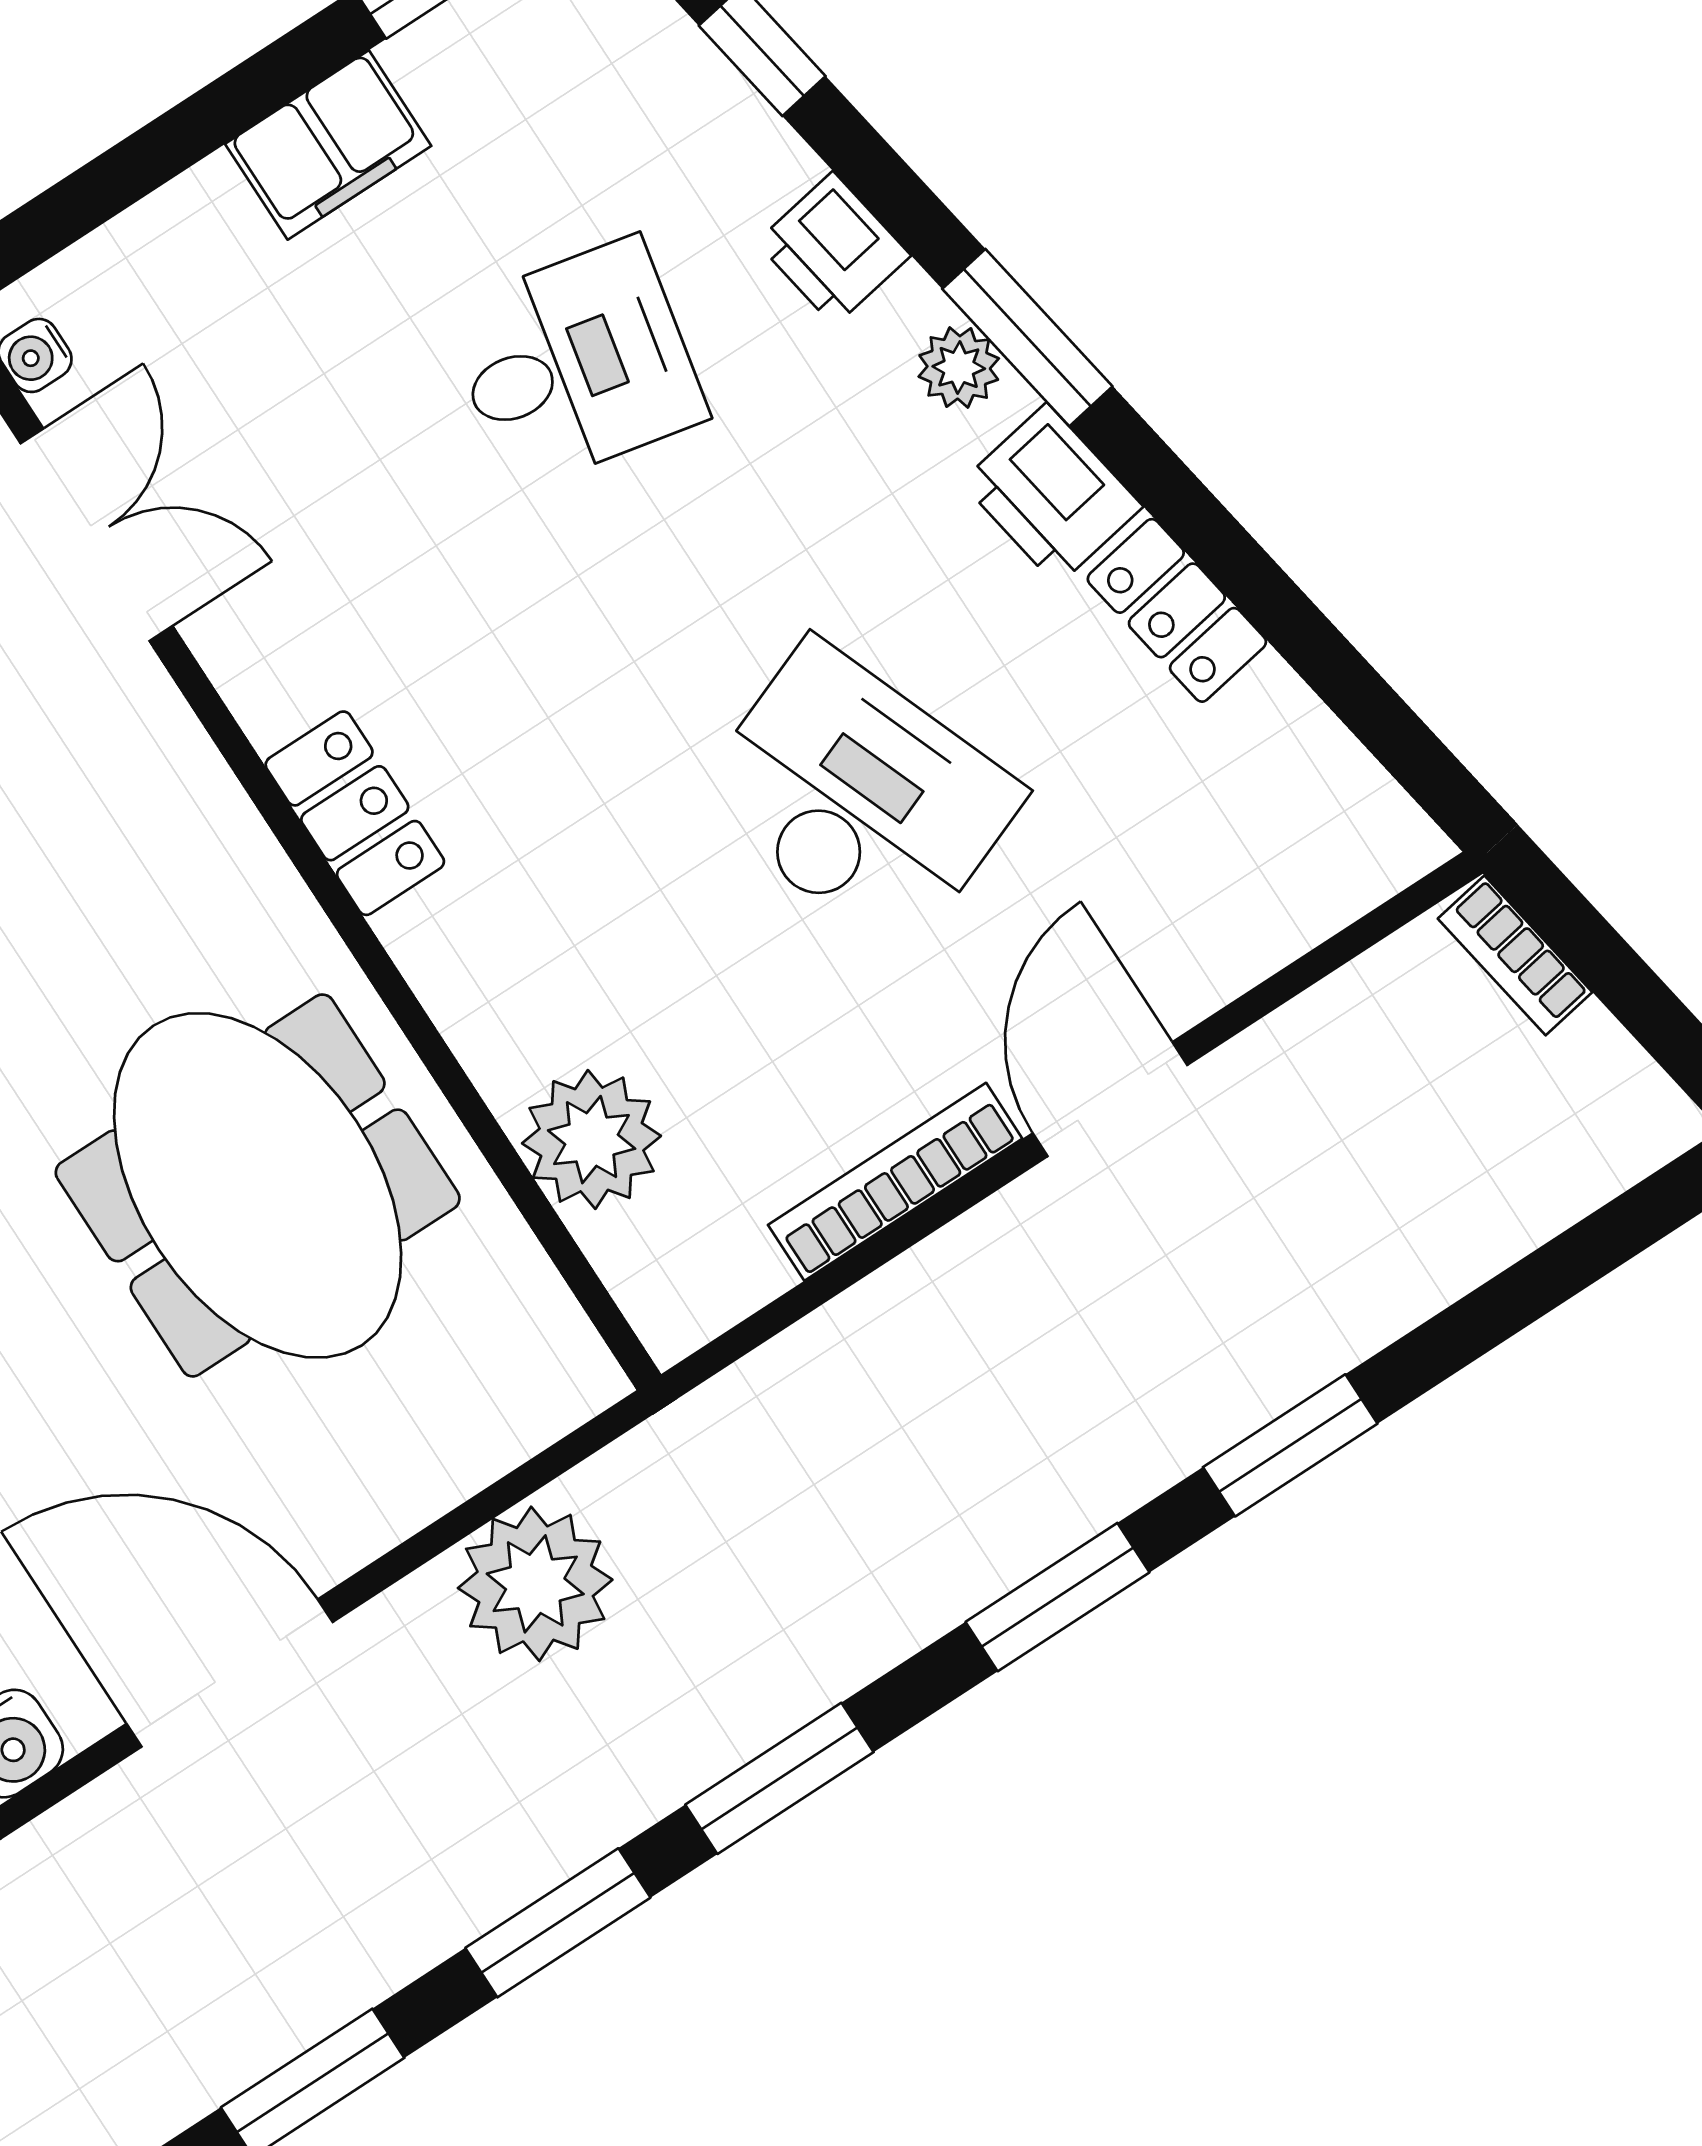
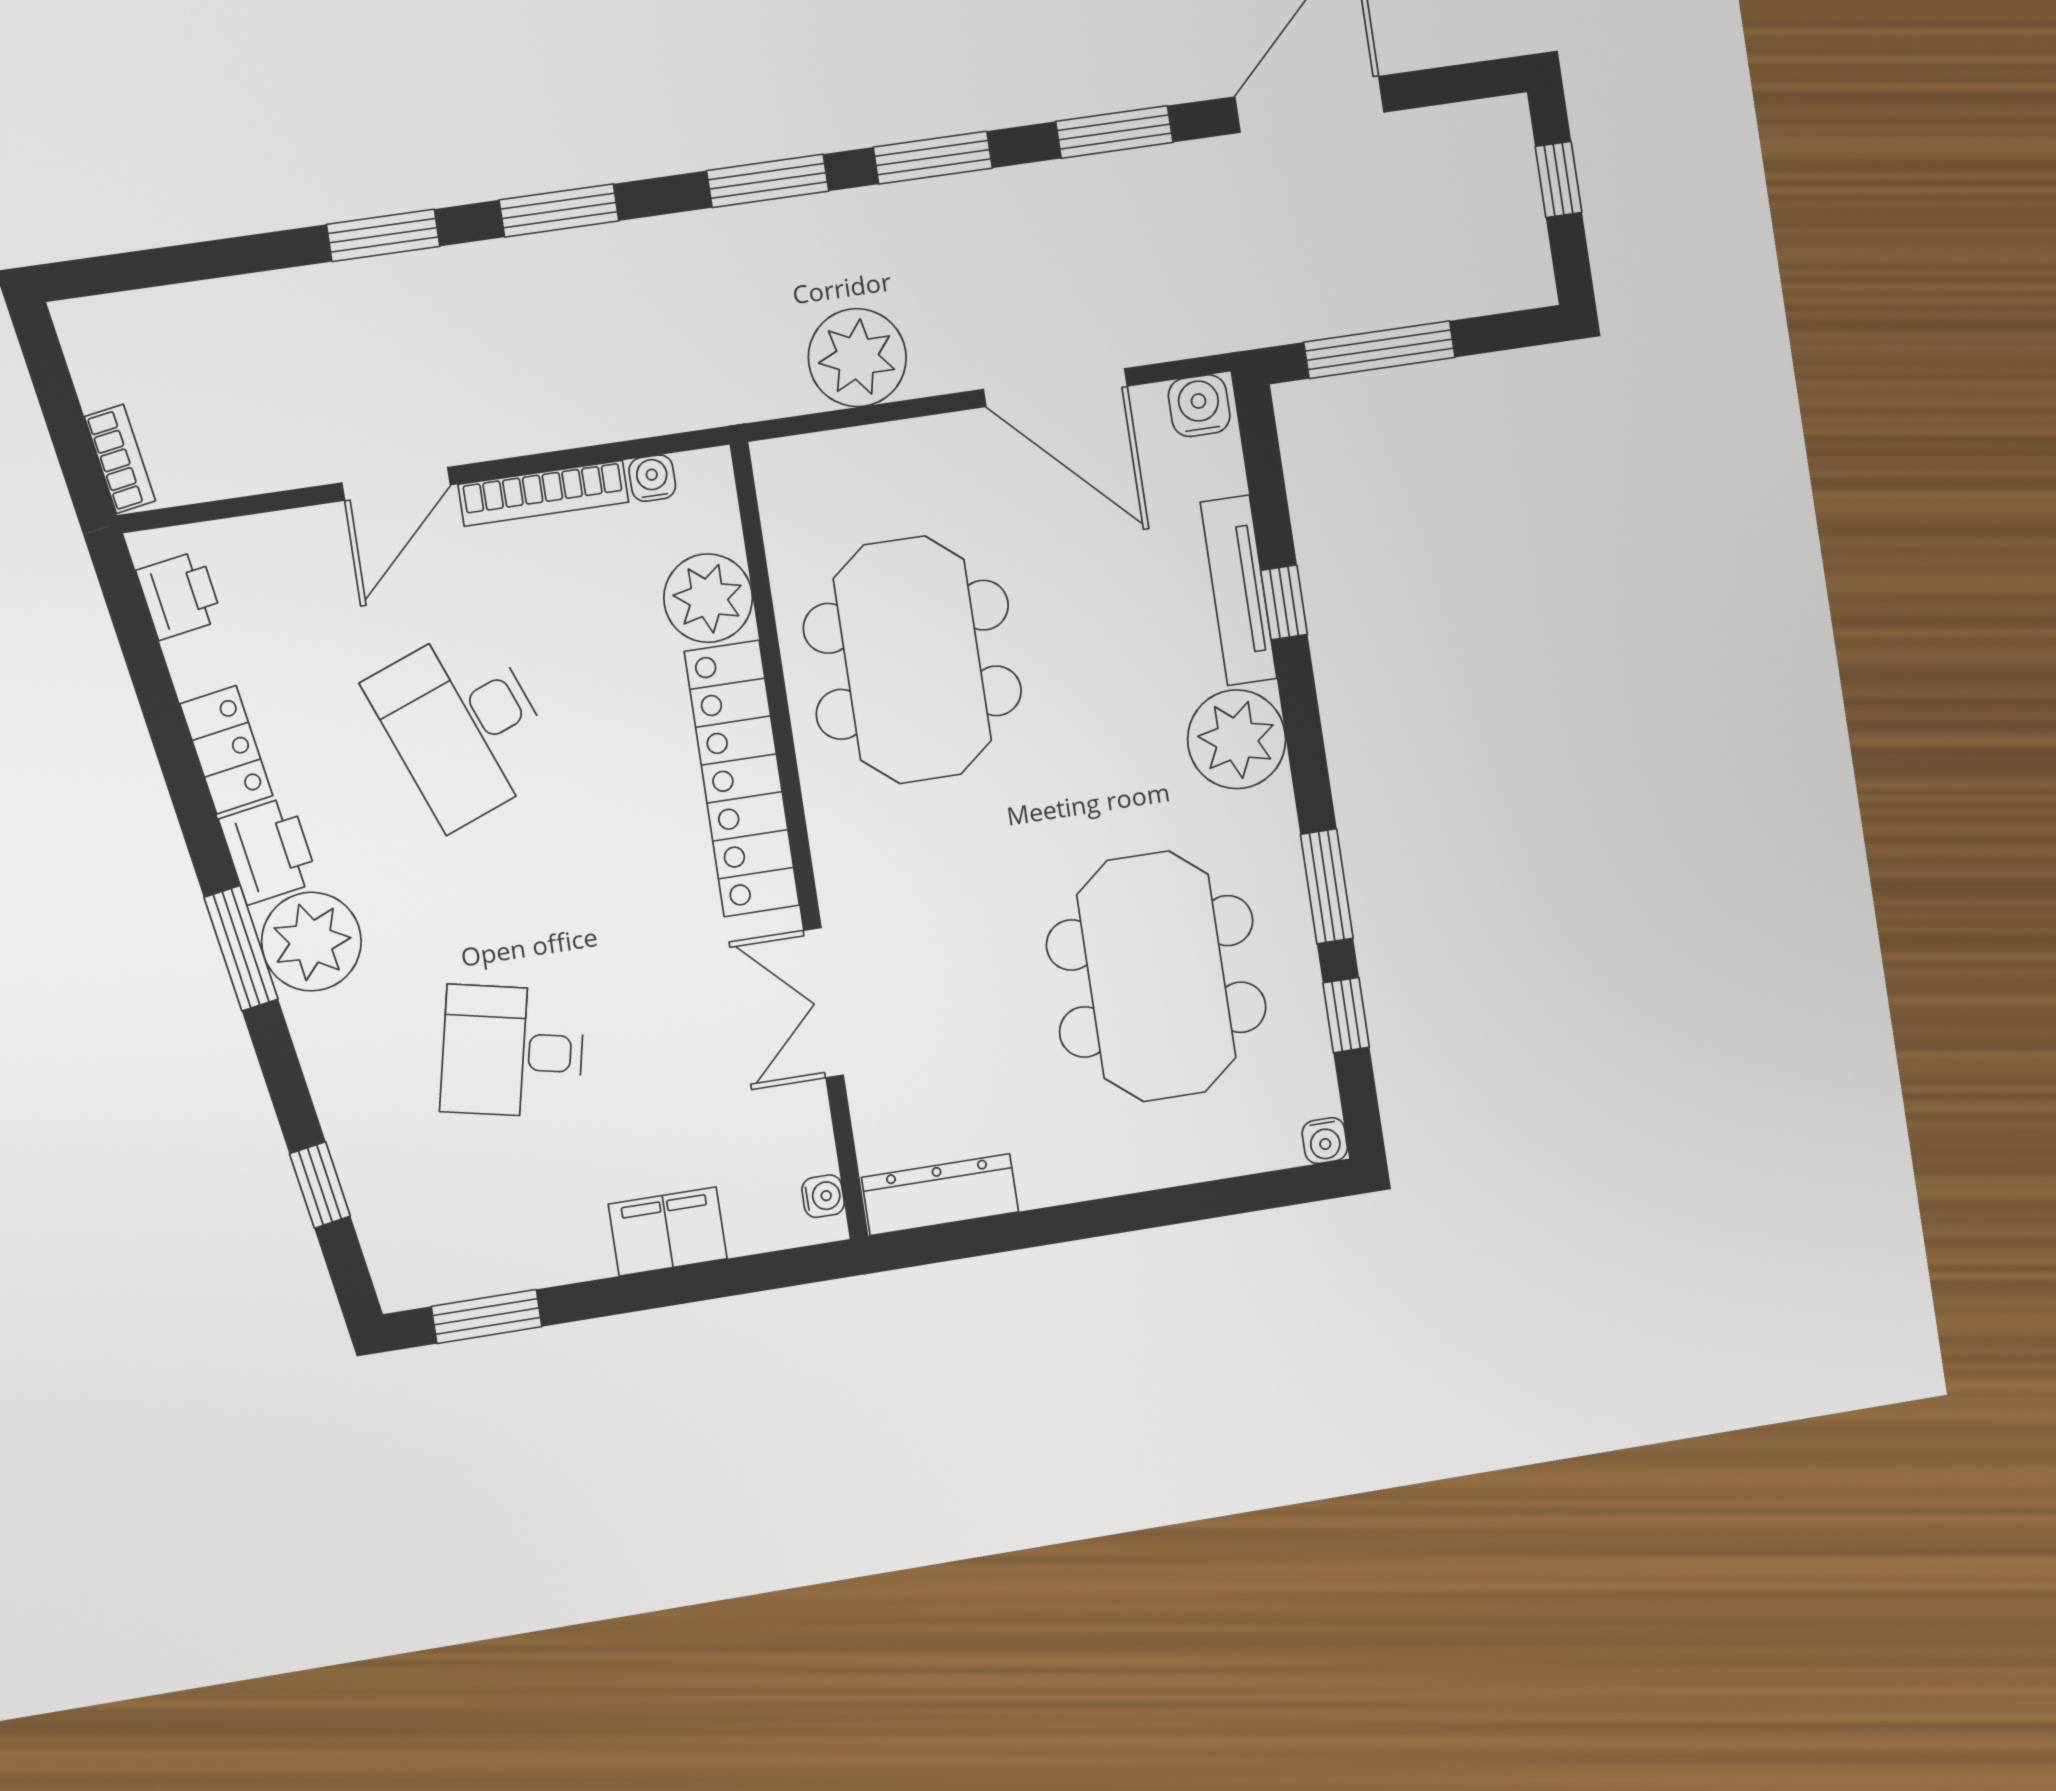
filing cabinet: (328, 145) -> (668, 1231), moved
printer: (834, 249) -> (179, 595), moved
plant: (959, 367) -> (311, 942), width x1.88, depth x1.88
double door: (96, 535) -> (823, 1003), moved
locker: (355, 813) -> (742, 778), width x2.16, depth x1.21
water cooler: (750, 1275) -> (652, 478), added

